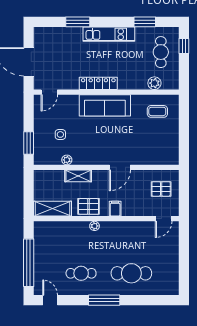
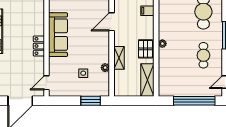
locker: (98, 83) -> (39, 46), width x0.66
door: (49, 92) -> (47, 83), swing flipped
door: (120, 167) -> (112, 22), swing flipped
filing cabinet: (115, 209) -> (147, 11), moved

